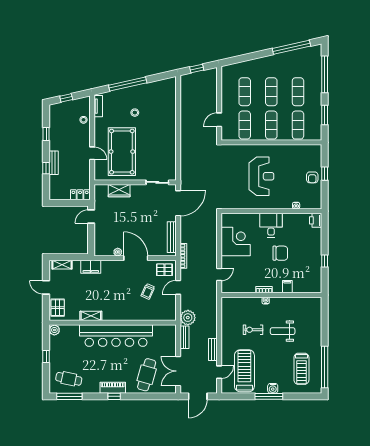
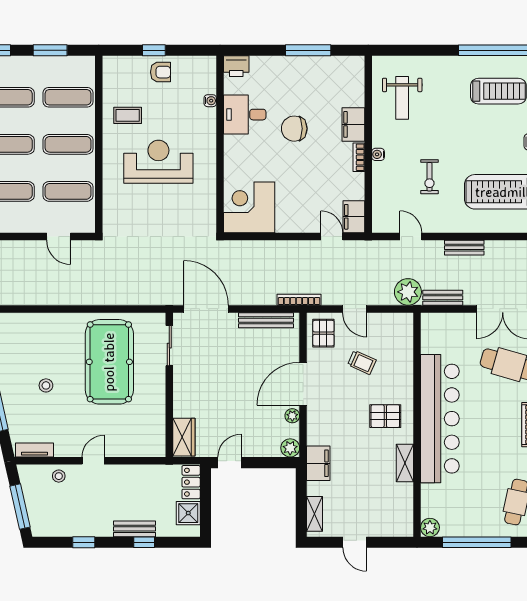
window: (66, 98) -> (20, 507), width x2.17
pool table: (122, 152) -> (109, 362), moved, turned 90
door: (92, 153) -> (93, 461), moved
coffee table: (288, 159) -> (128, 115), added
wardrobe: (119, 191) -> (184, 437), moved
shower: (63, 193) -> (188, 513), added
door: (91, 217) -> (230, 463), swing flipped
desk: (271, 225) -> (245, 115), moved
corner desk: (236, 241) -> (249, 207), moved
plant: (99, 251) -> (290, 448), added
chair: (280, 253) -> (294, 129), turned -90
window: (325, 261) -> (308, 50), width x2.17
door: (46, 287) -> (355, 542), hinge flipped
filing cabinet: (230, 287) -> (354, 217), added
filing cabinet: (287, 287) -> (353, 124), width x2.00
pallet: (58, 308) -> (385, 416), moved
weight bench: (283, 331) -> (402, 98), moved
window: (46, 356) -> (477, 542), width x3.17
door: (219, 372) -> (411, 237), moved

